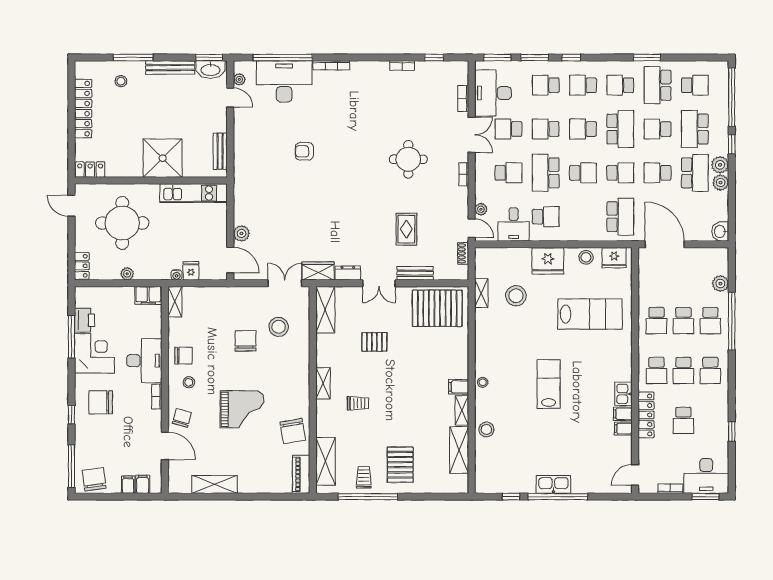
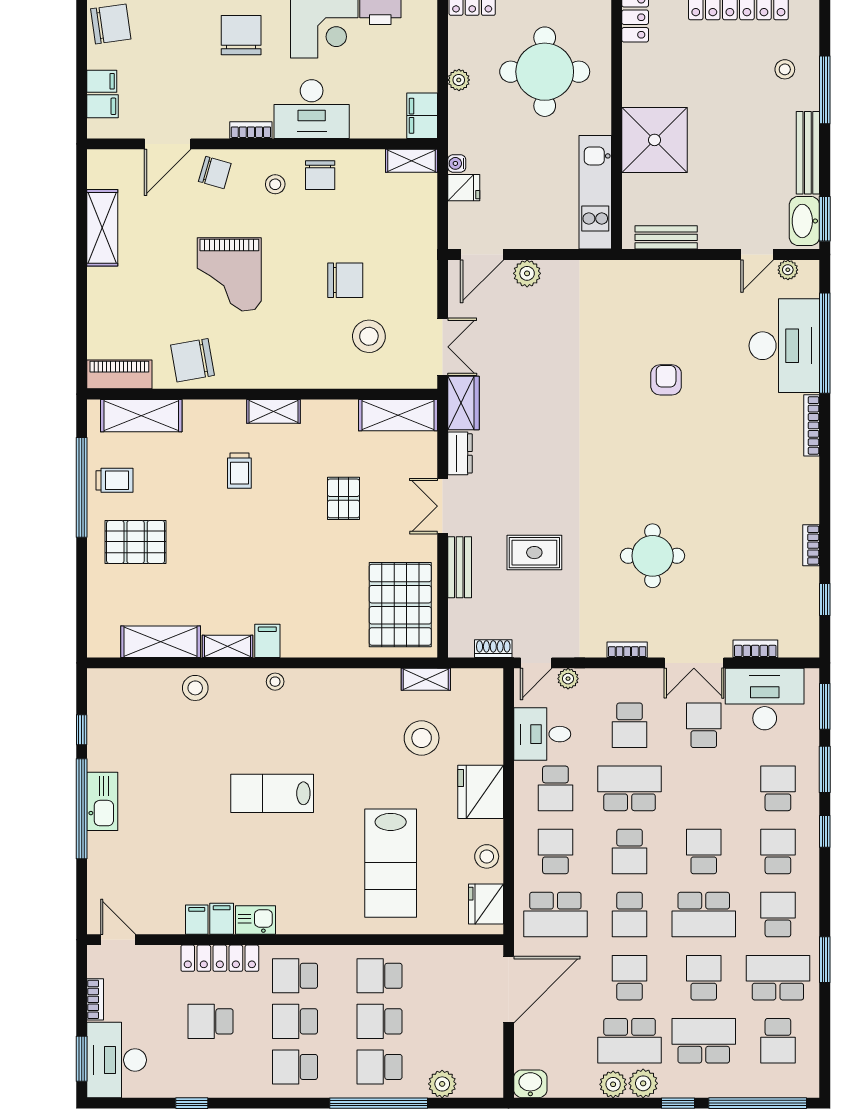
school desk: (546, 129) -> (555, 851), moved
lab bench: (549, 384) -> (272, 793), turned 180

